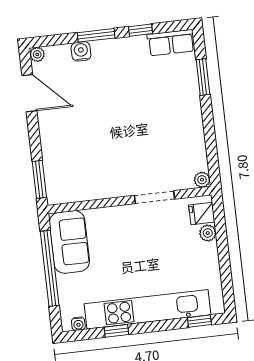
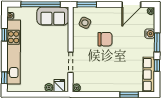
row of seats: (171, 43) -> (149, 75), width x1.48
chair: (102, 136) -> (105, 39), added
side table: (75, 179) -> (85, 23), added

